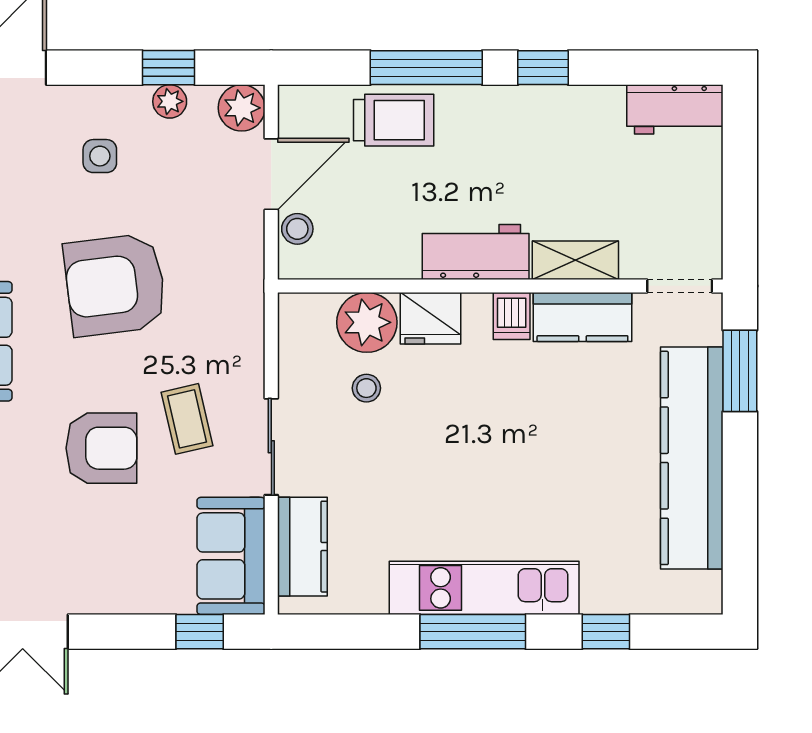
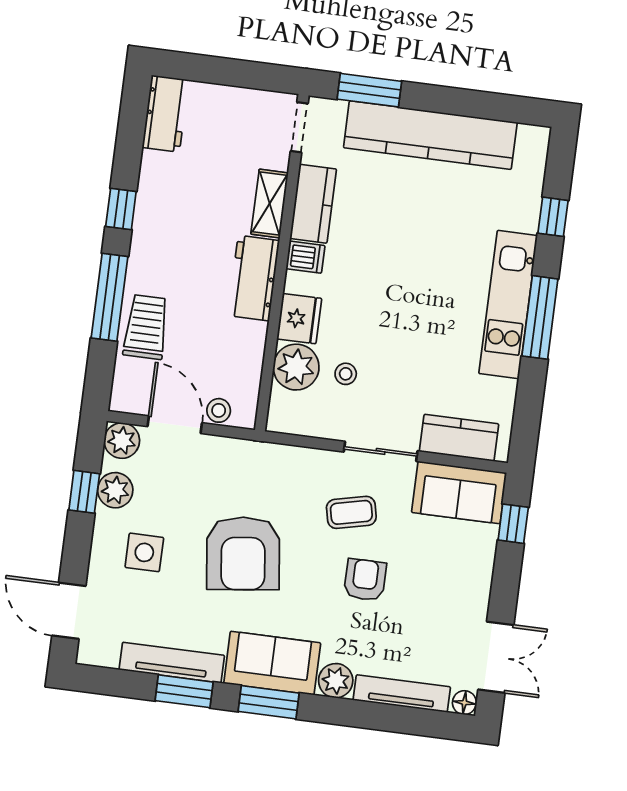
plant: (170, 101) -> (115, 490), width x1.38, depth x1.38
side table: (100, 156) -> (144, 552), width x1.37, depth x1.37
armchair: (101, 448) -> (365, 580), width x0.72, depth x0.72

